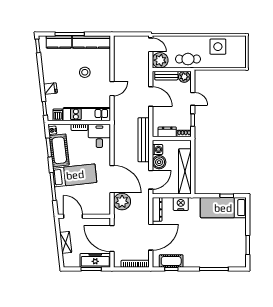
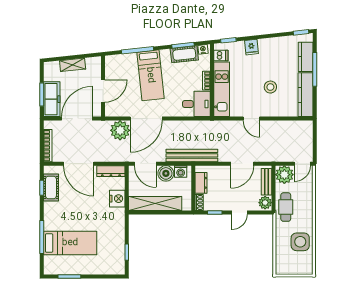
cot: (59, 150) -> (184, 54), width x0.73, depth x0.75
bed: (223, 208) -> (70, 243), moved, turned 90
door: (73, 216) -> (103, 91), moved

